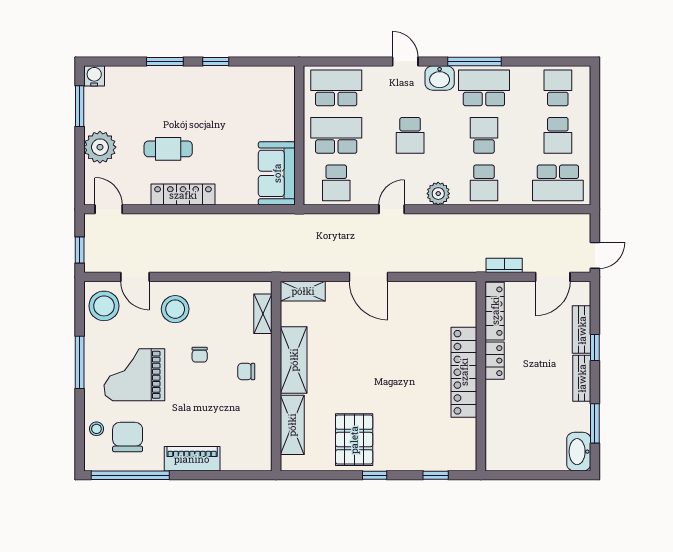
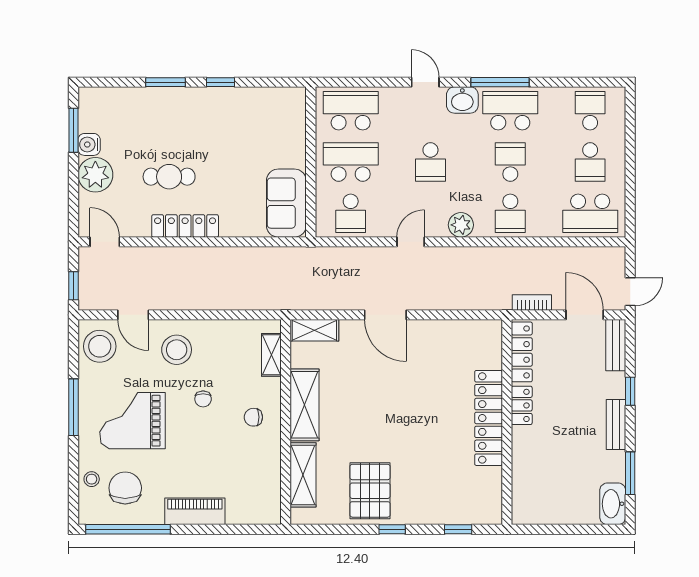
water cooler: (94, 76) -> (89, 144), moved, turned -90
door: (553, 277) -> (585, 315), swing flipped
bench: (582, 330) -> (616, 345), moved

